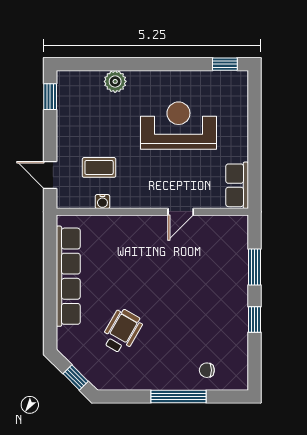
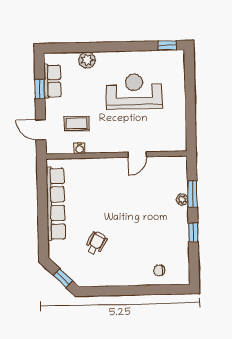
window: (50, 97) -> (40, 89), moved
row of seats: (237, 185) -> (52, 81), moved, turned 180
plant: (240, 274) -> (182, 199), added
wheelchair: (122, 331) -> (96, 243), width x0.73, depth x0.73
window: (179, 396) -> (139, 290), removed

